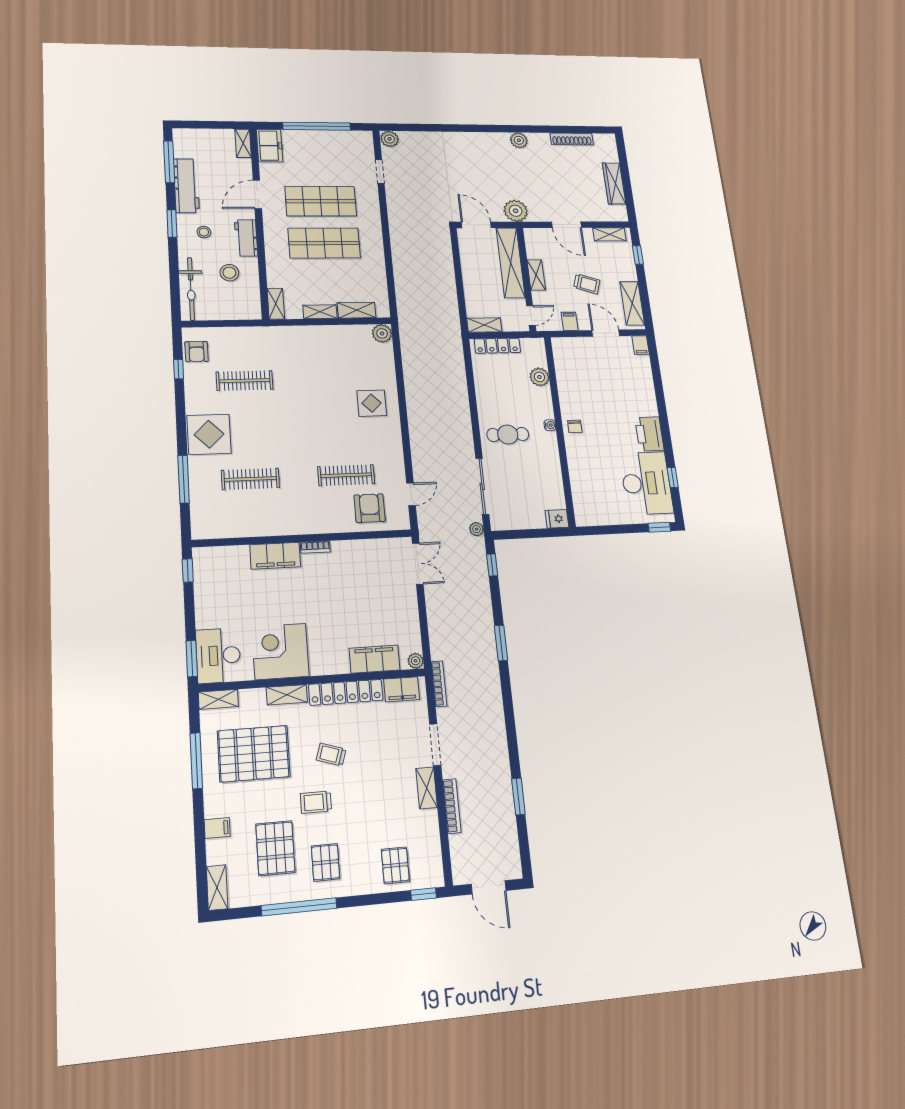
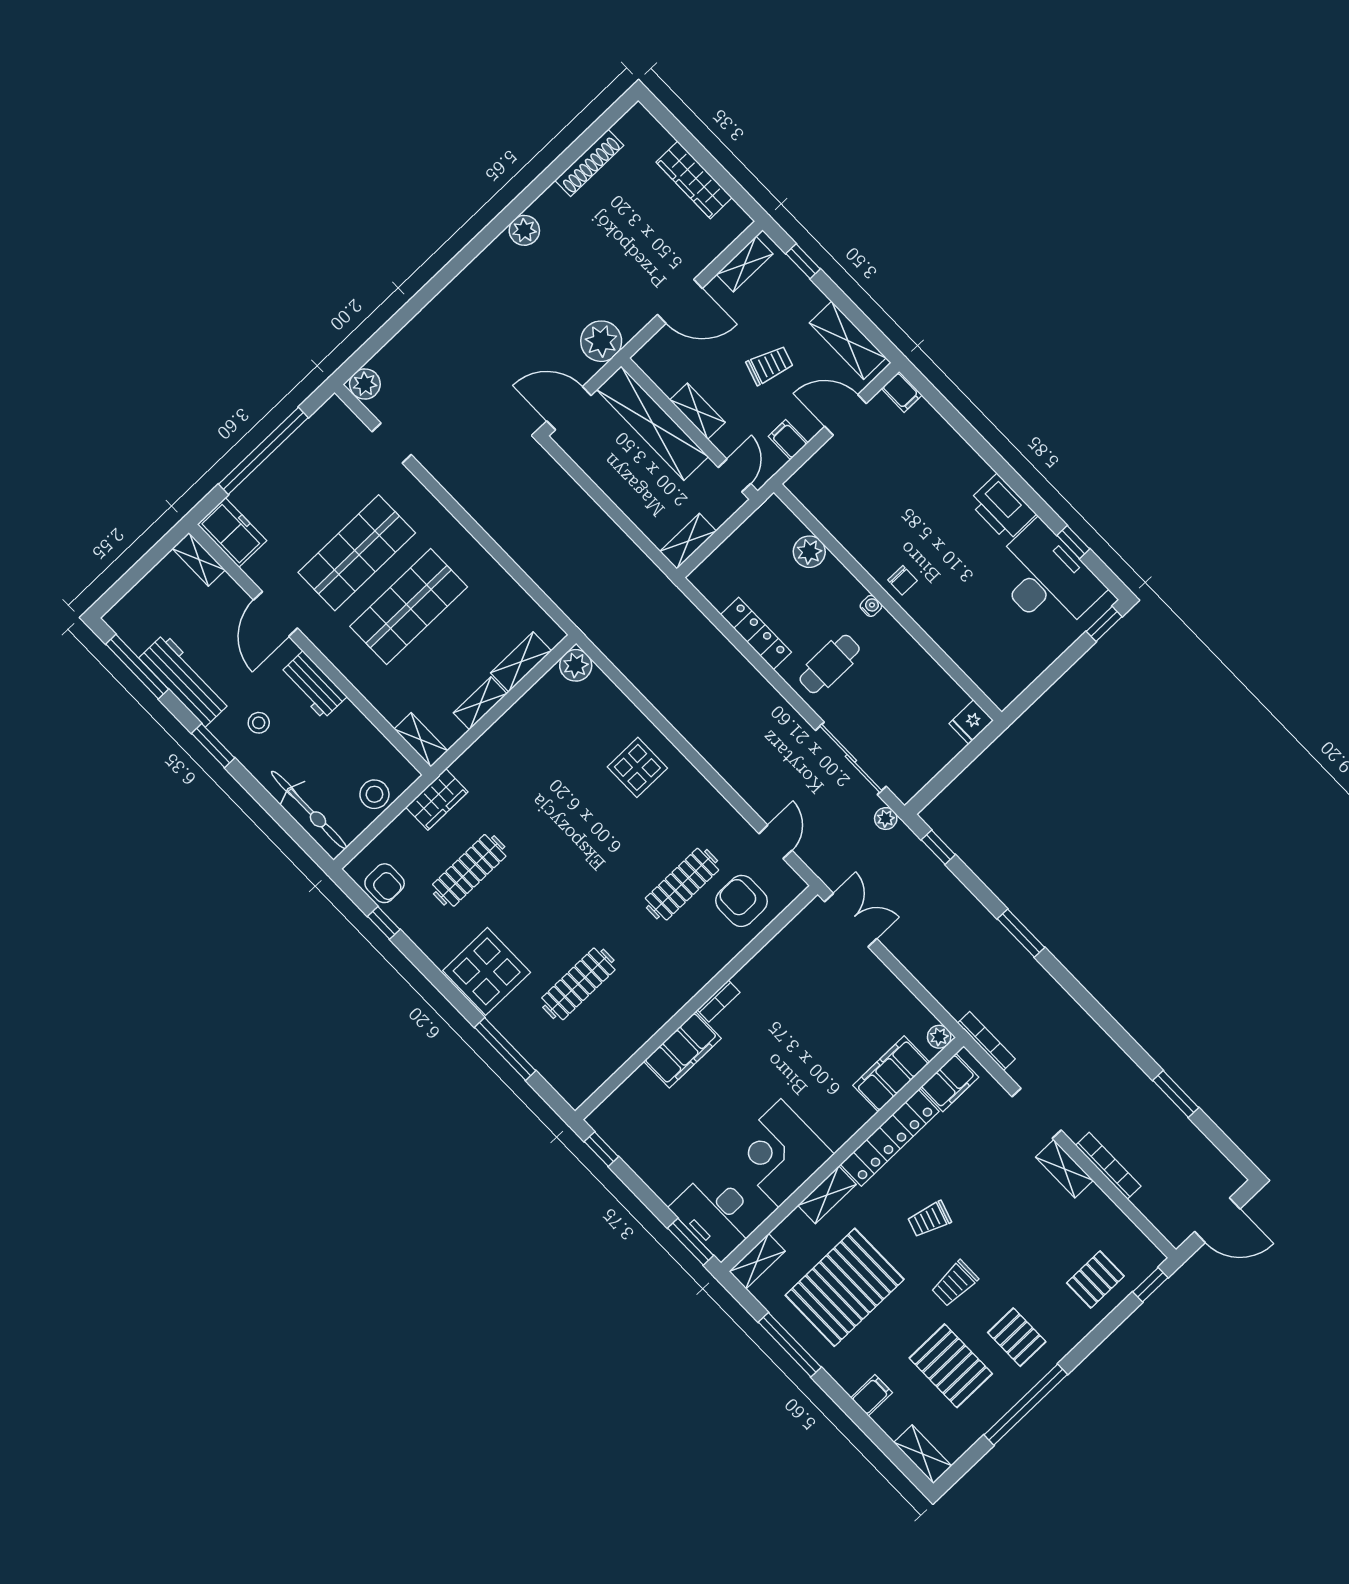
stool: (229, 273) -> (374, 794), moved
wardrobe: (259, 336) -> (437, 799), added
locker: (497, 346) -> (756, 633), moved, turned -90
pallet: (395, 865) -> (1095, 1279), turned 90

